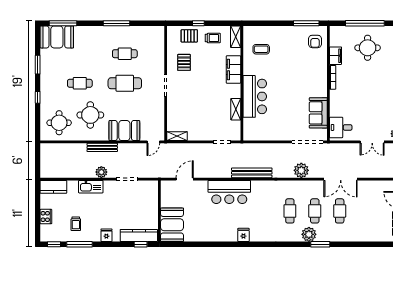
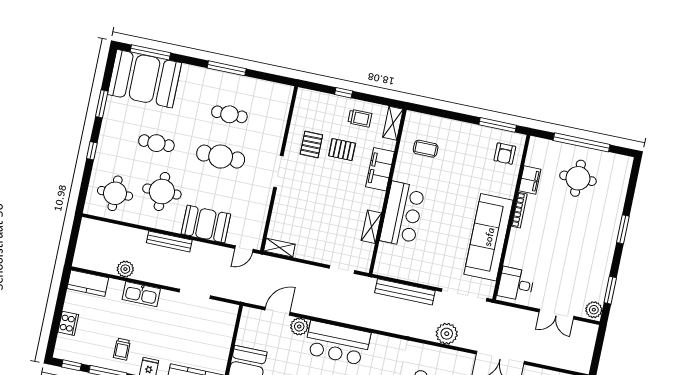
pallet: (189, 36) -> (342, 150), moved
booth: (57, 37) -> (145, 79), width x1.36, depth x1.42
sofa: (318, 113) -> (489, 237), width x1.85, depth x1.27
plant: (101, 172) -> (125, 269), moved
bench: (252, 173) -> (405, 292), moved
plant: (201, 186) -> (299, 327), added
trolley: (76, 224) -> (122, 349), moved

